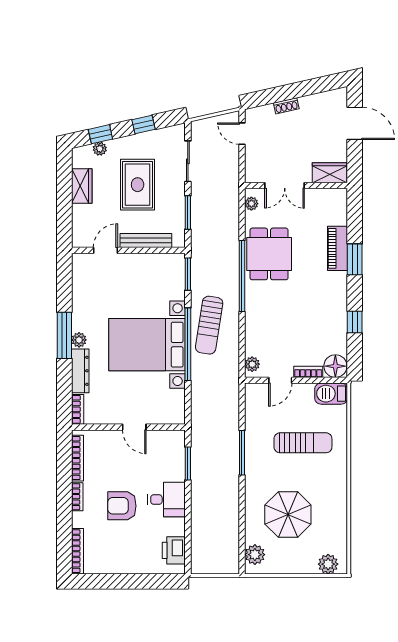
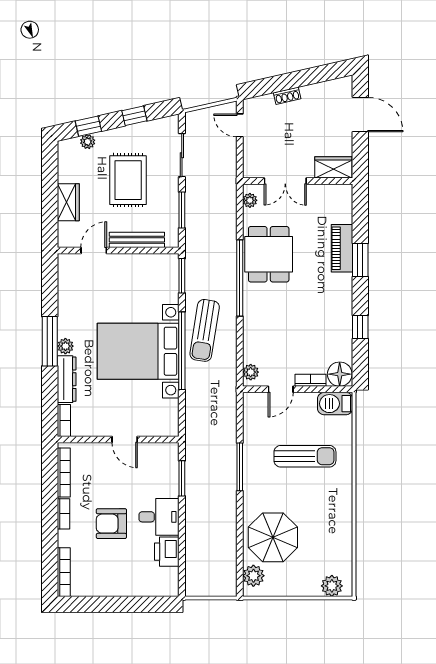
wardrobe: (82, 186) -> (68, 202), moved
parasol: (288, 514) -> (273, 537), moved
printer: (174, 550) -> (167, 552), moved

